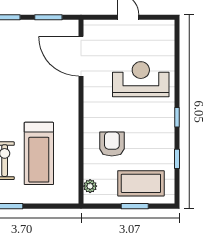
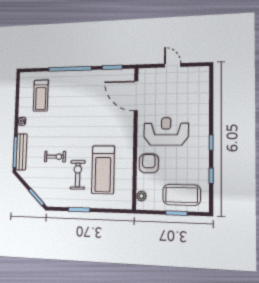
reception desk: (141, 79) -> (166, 131), moved
armchair: (112, 144) -> (149, 163), moved

